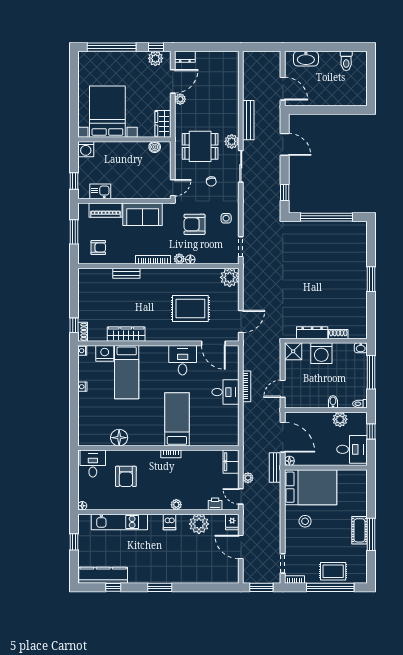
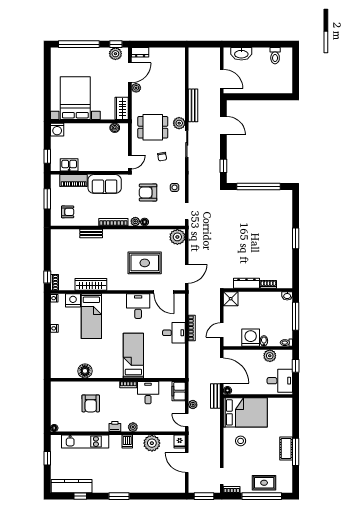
washing machine: (321, 353) -> (251, 338), moved, turned 180
desk: (93, 464) -> (148, 393), moved
printer: (215, 504) -> (115, 426), moved

